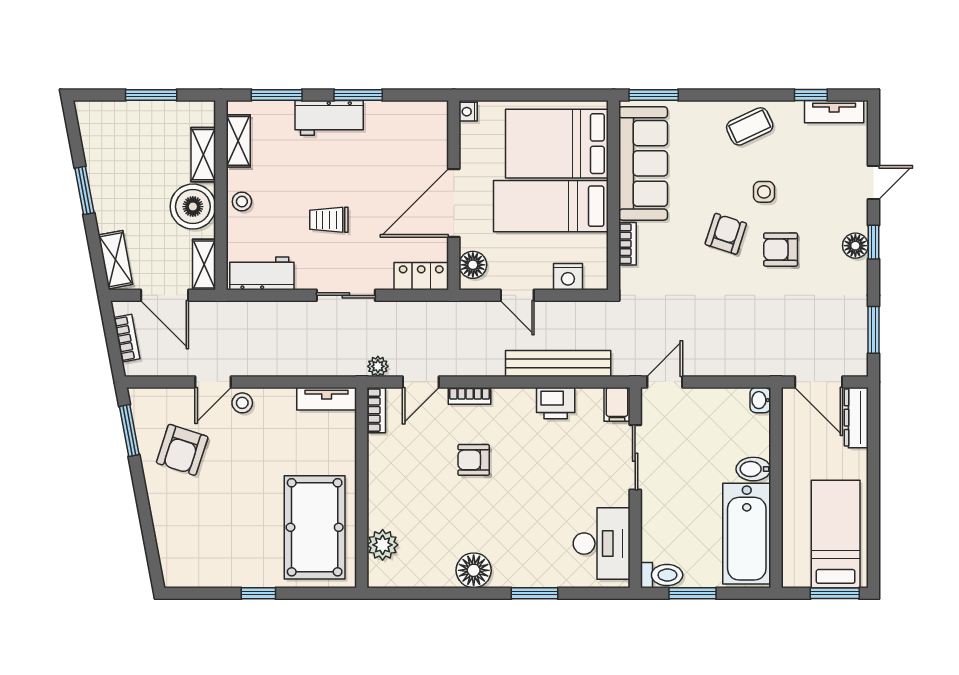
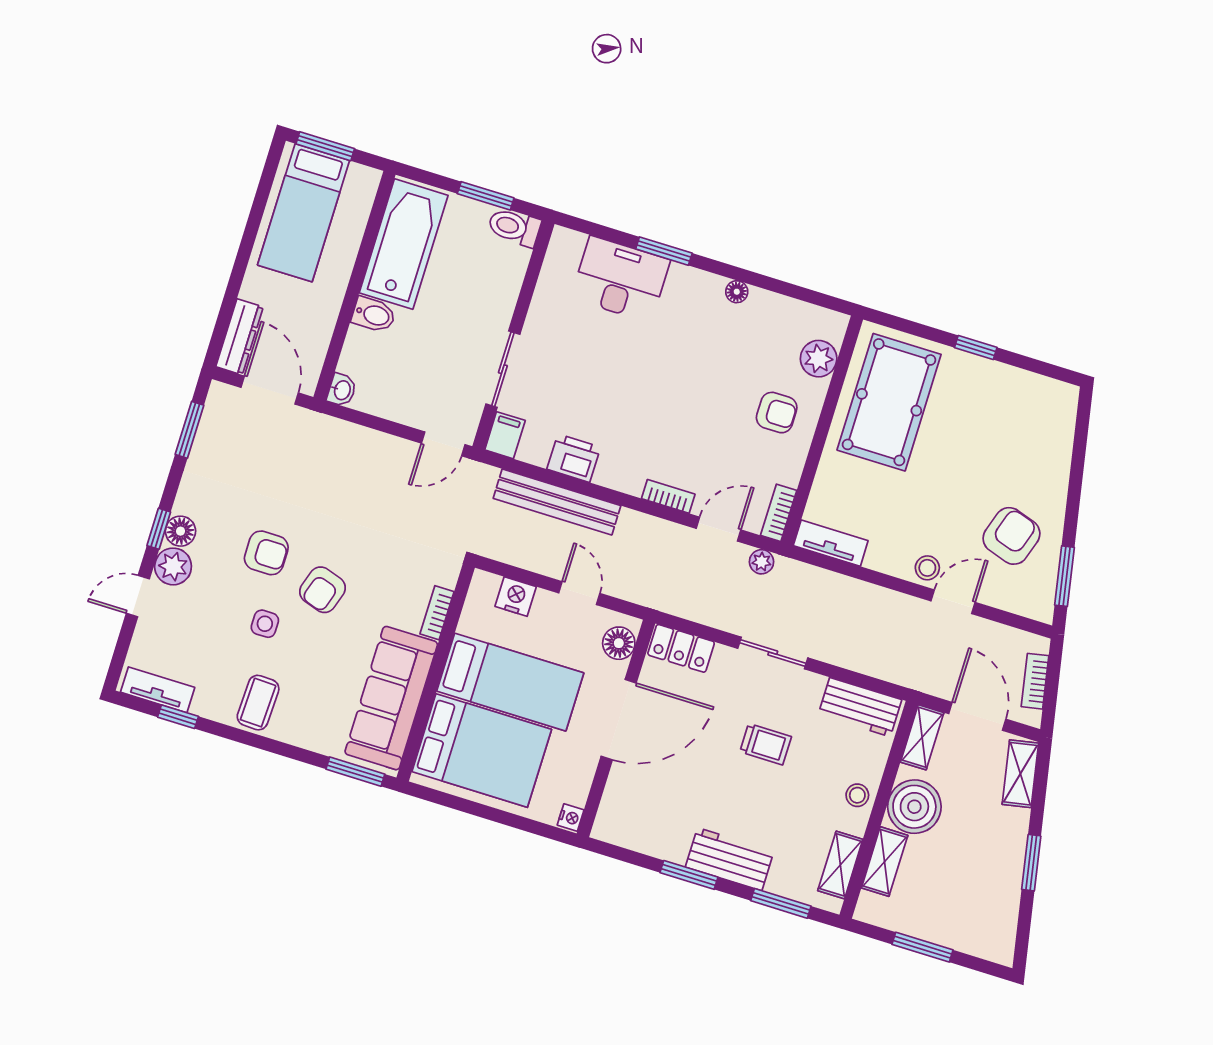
coffee table: (750, 126) -> (258, 703), turned -63
plant: (853, 215) -> (173, 566), added
armchair: (474, 460) -> (777, 413), moved
desk: (602, 544) -> (621, 279), moved, turned 90
floor lamp: (474, 570) -> (737, 292), width x0.53, depth x0.53

